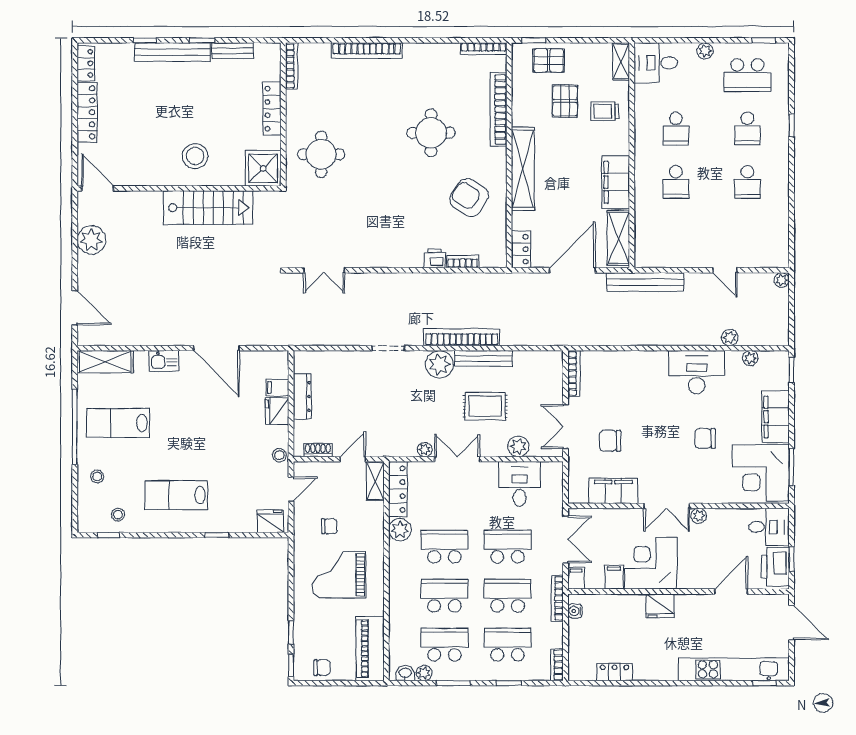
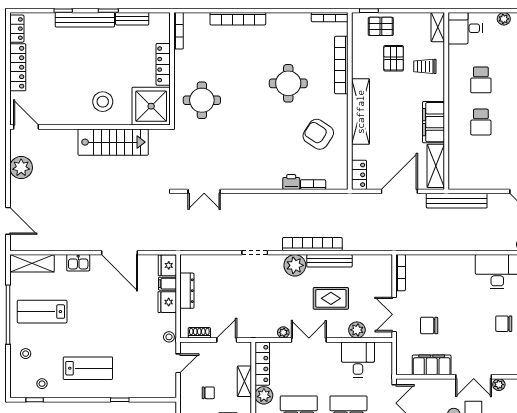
shower: (263, 168) -> (151, 106), width x1.37, depth x1.37
shelving: (375, 481) -> (244, 381), moved
lab bench: (176, 495) -> (88, 368), turned 180
fridge: (270, 521) -> (167, 265), moved, turned -90

